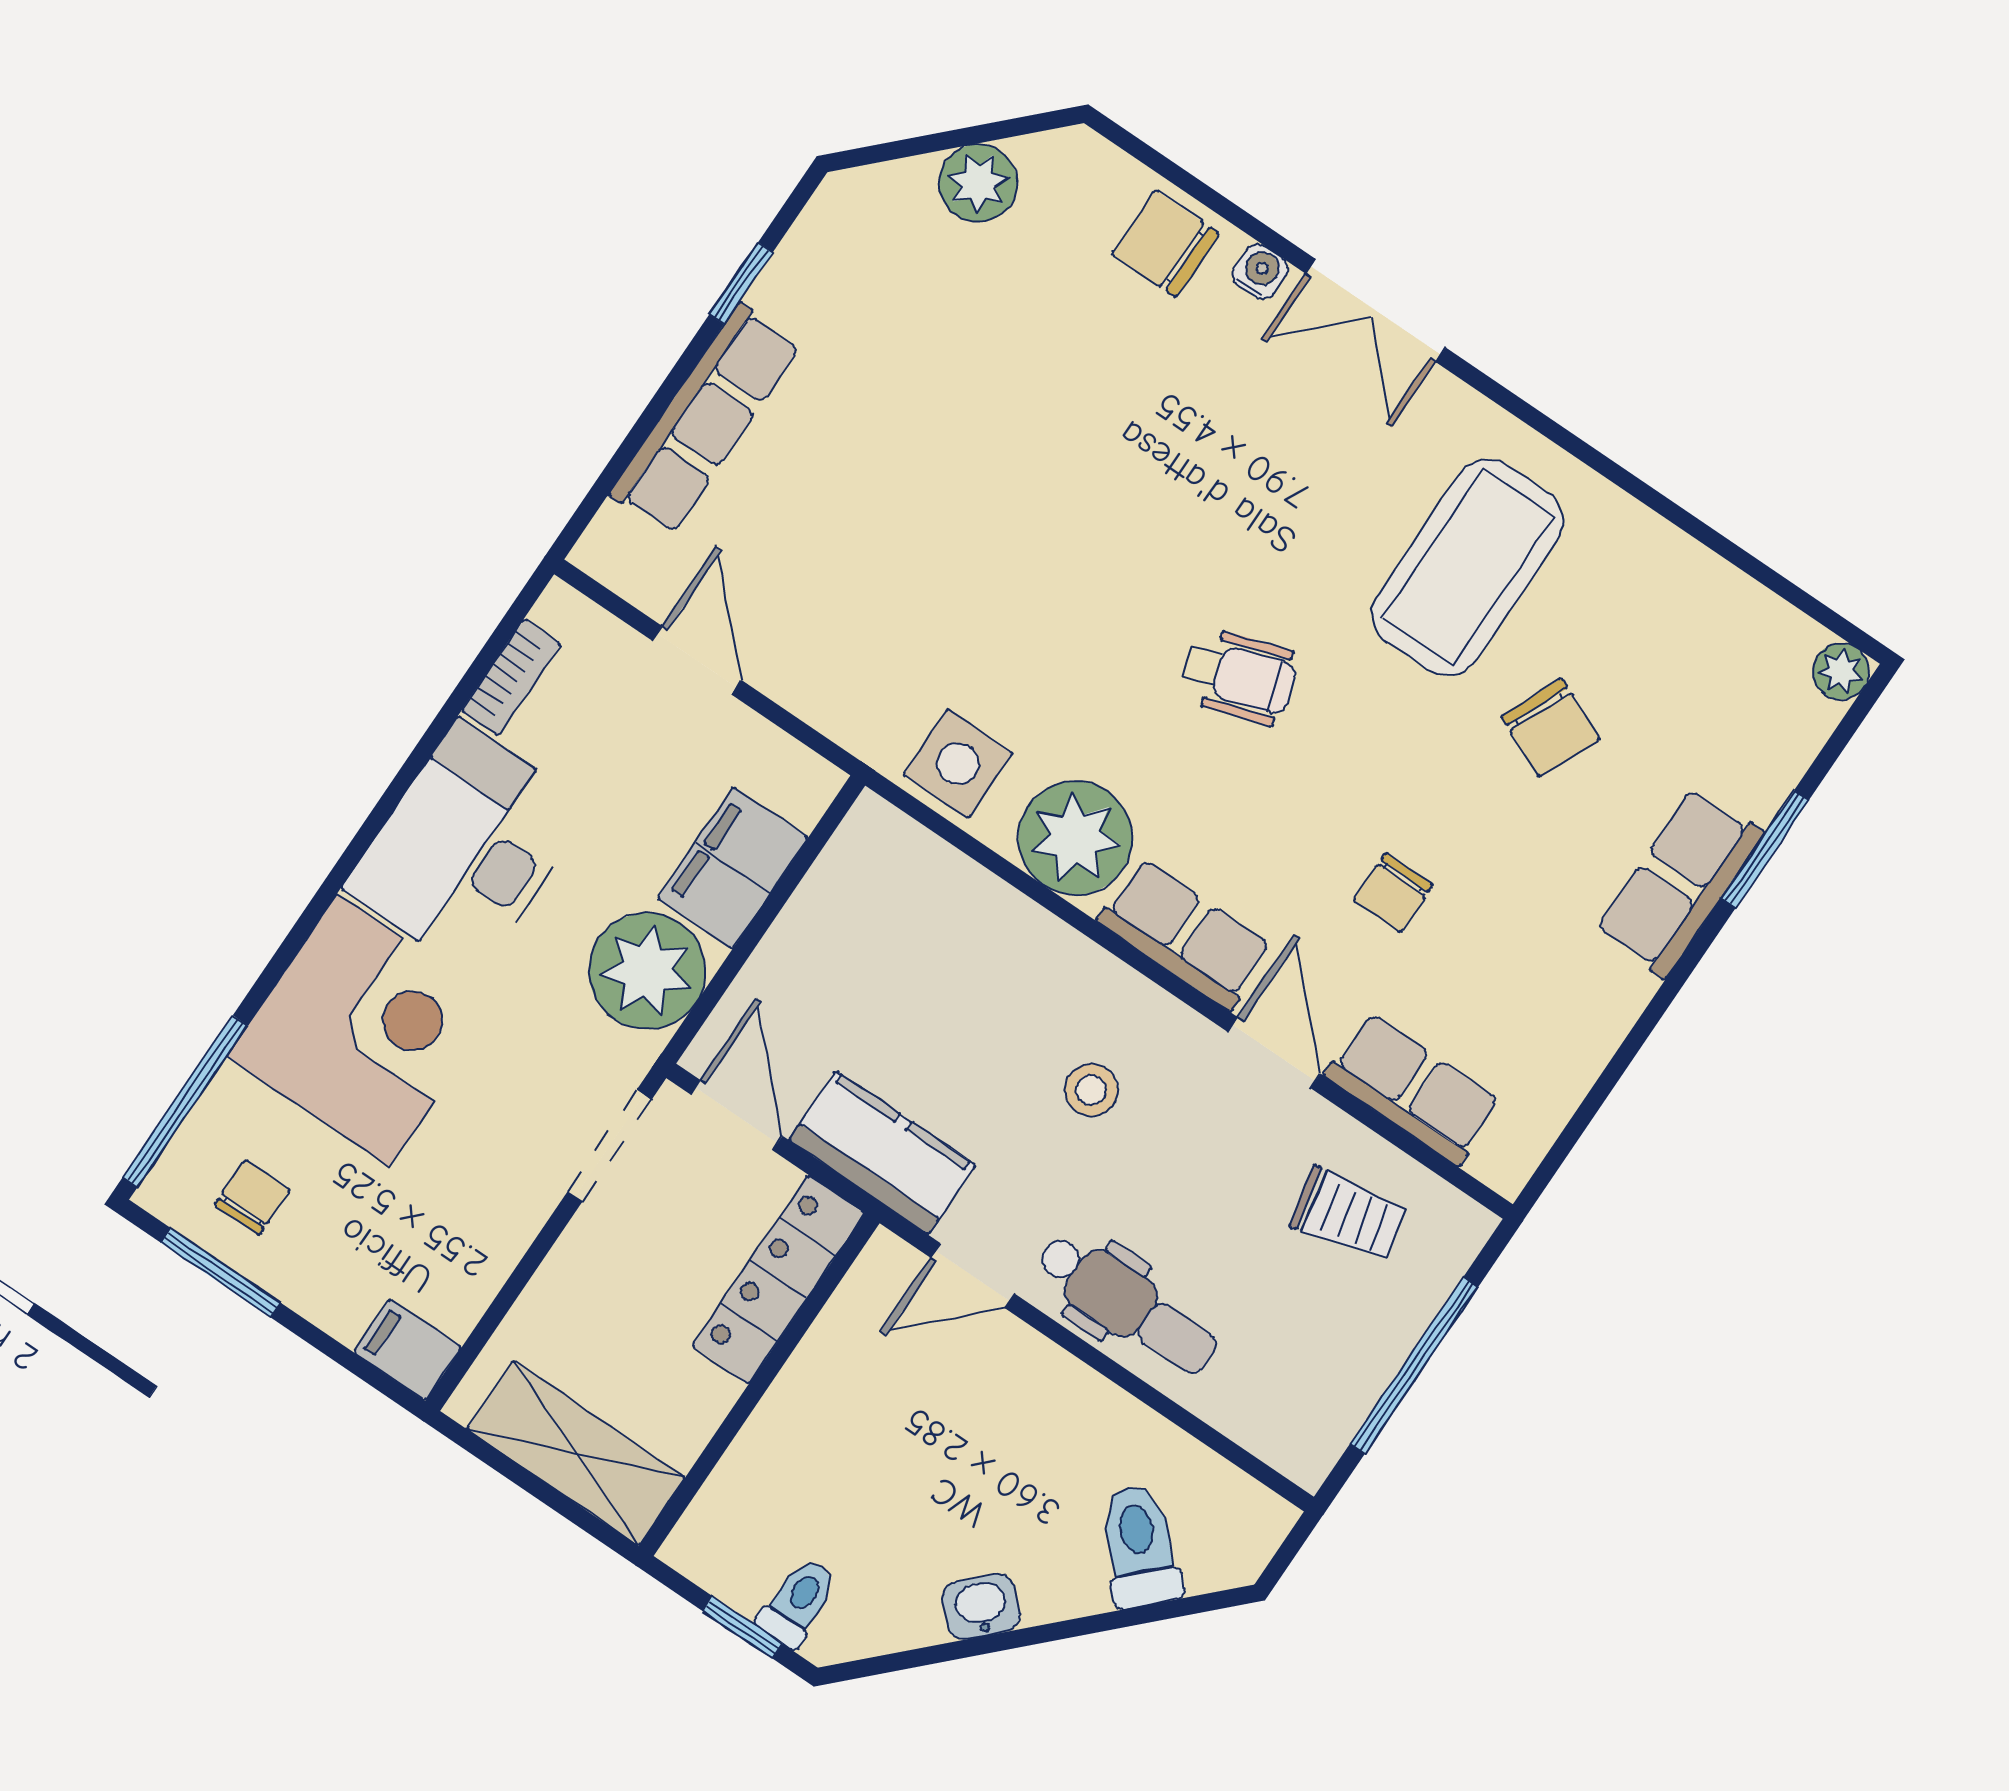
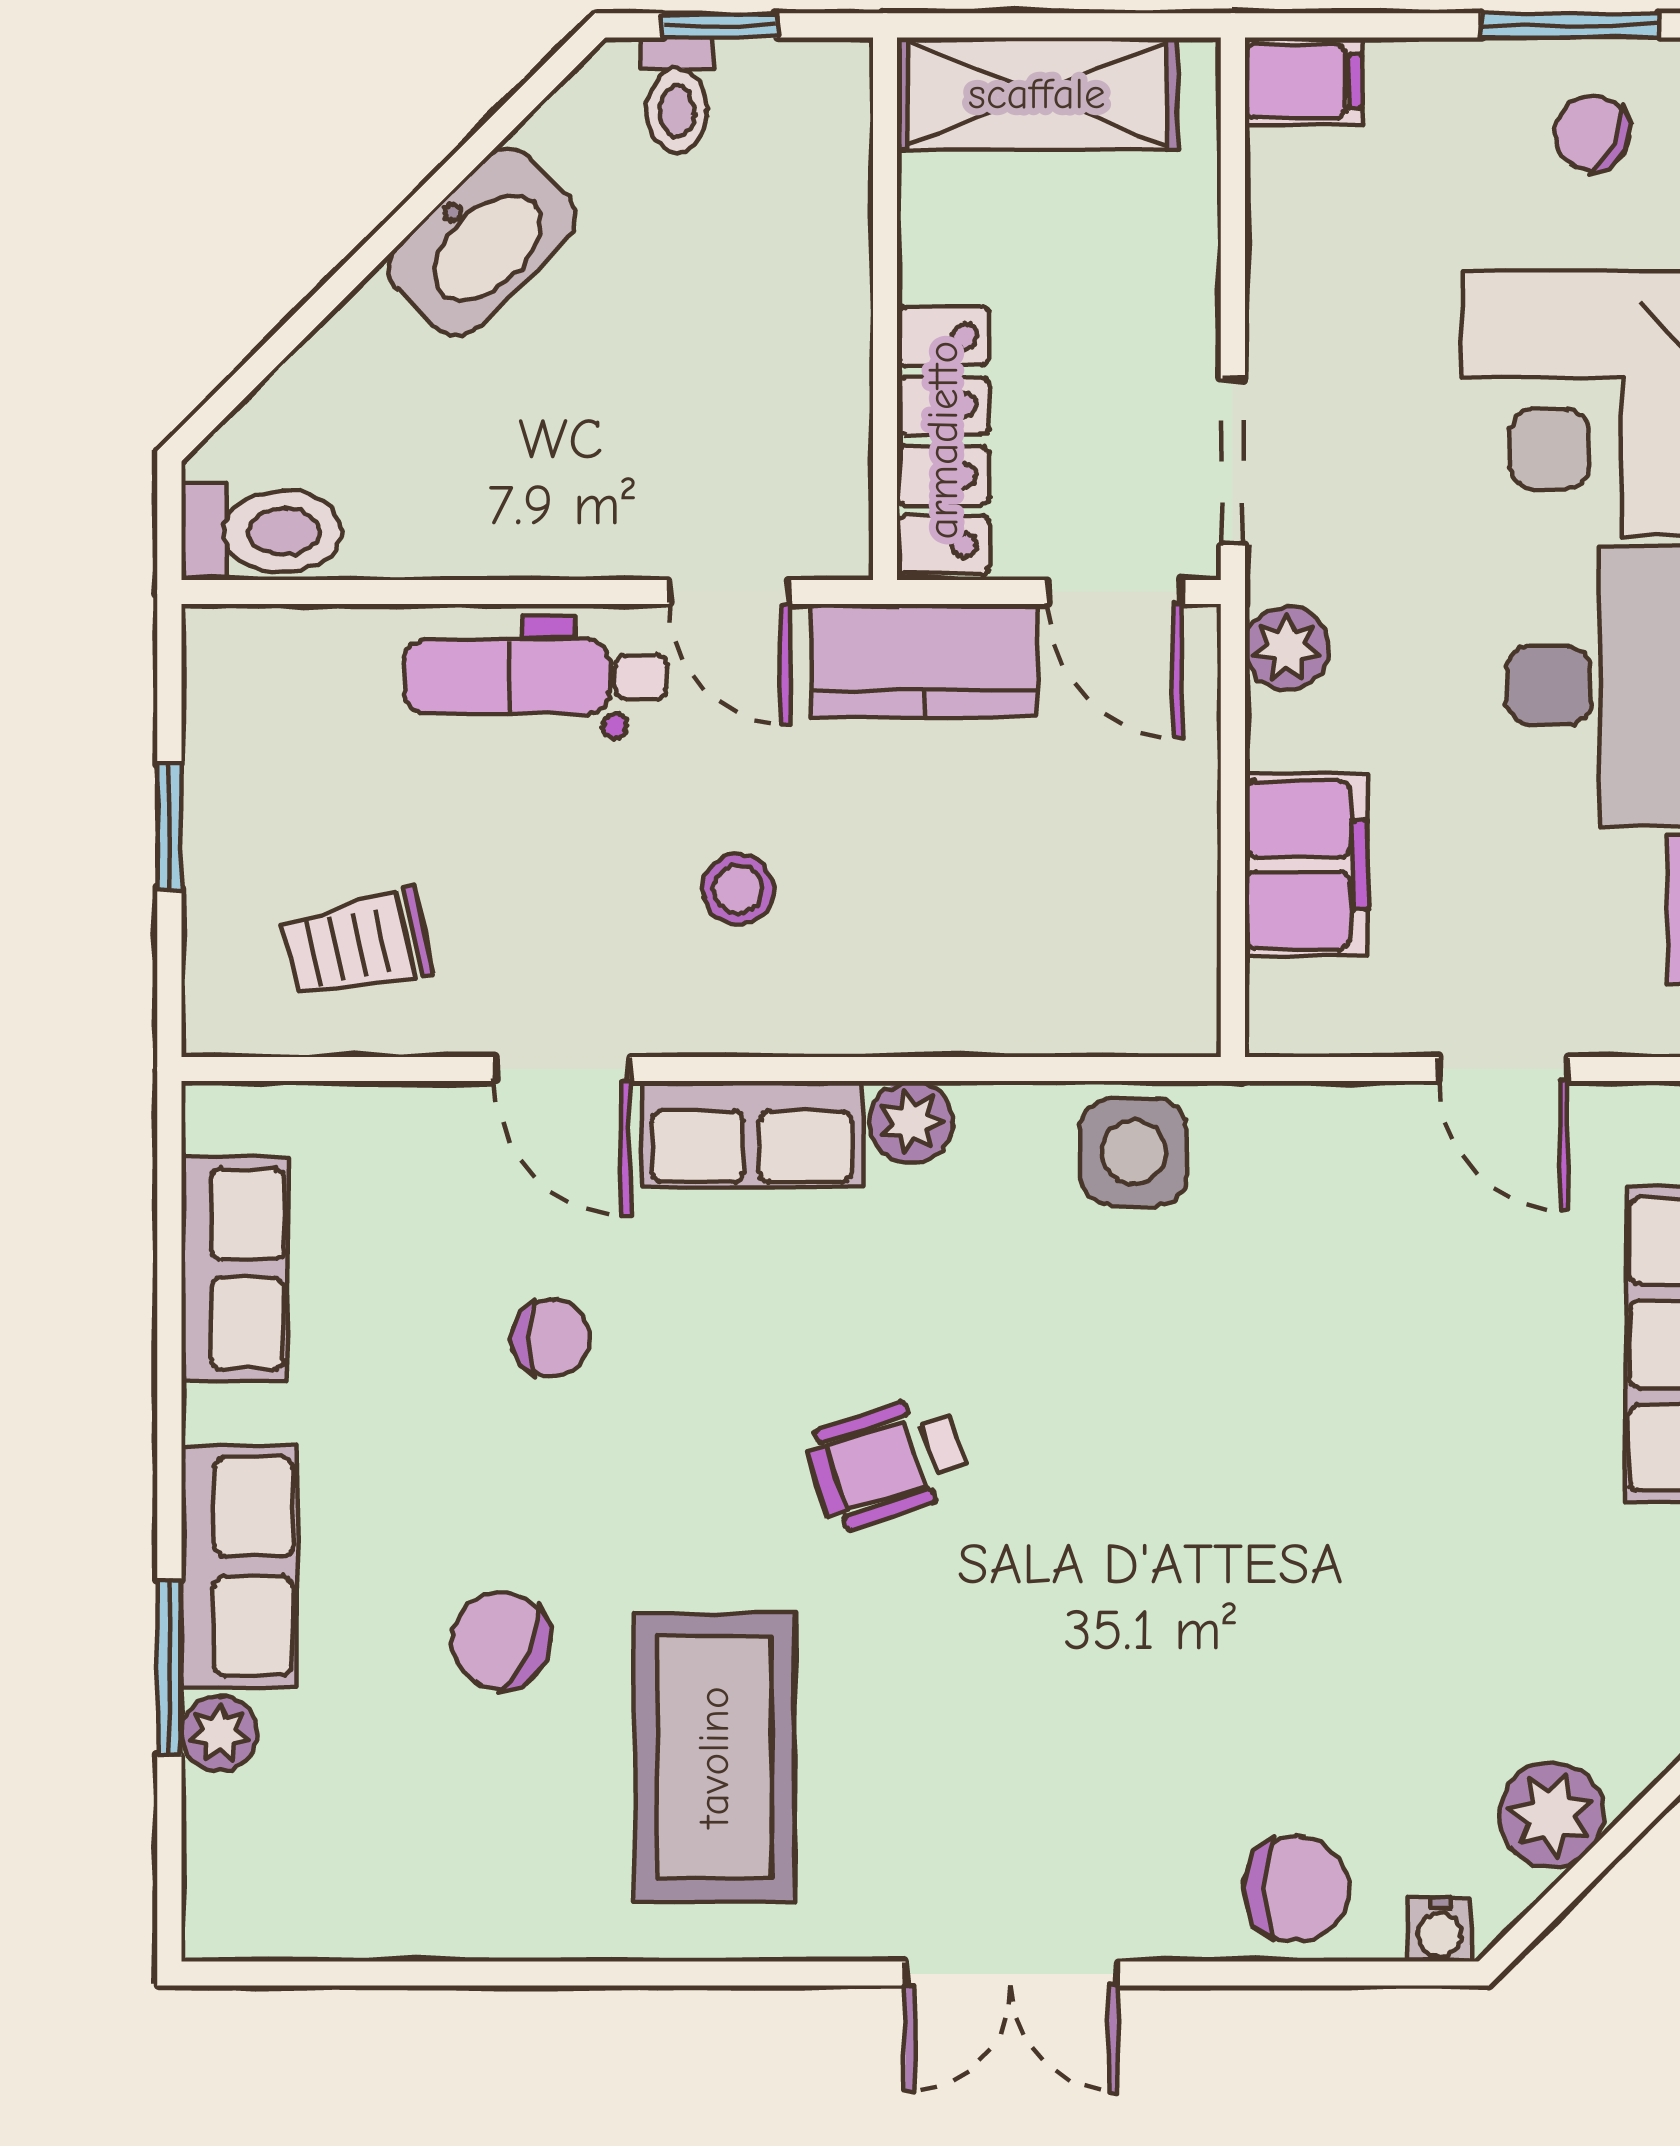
water cooler: (1260, 272) -> (1440, 1930), moved
double door: (1376, 311) -> (1011, 1974), swing flipped
plant: (1841, 671) -> (219, 1733), moved
plant: (1075, 838) -> (911, 1122), width x0.53, depth x0.53
chair: (1393, 892) -> (551, 1338), turned 90
plant: (647, 971) -> (1287, 648), width x0.53, depth x0.53
row of seats: (1413, 1089) -> (235, 1269), moved, turned -90
chair: (252, 1197) -> (1592, 133), turned 116
door: (973, 1276) -> (730, 592), swing flipped
window: (1414, 1365) -> (169, 826), width x0.46
toilet: (1140, 1546) -> (261, 531), moved, turned -45
washbasin: (981, 1607) -> (482, 242), width x1.91, depth x1.45

